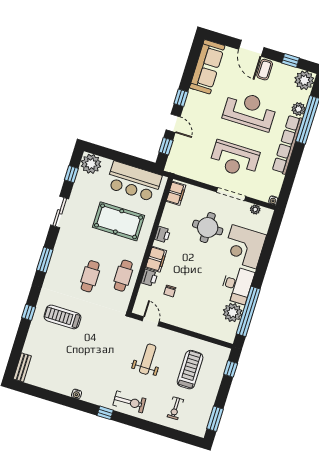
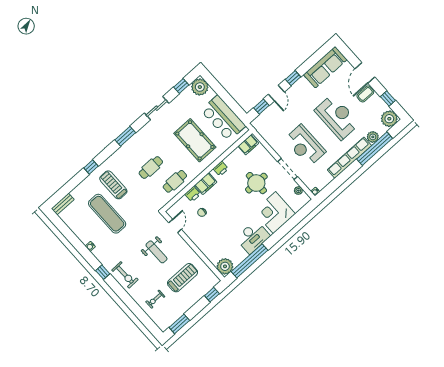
plant: (233, 313) -> (225, 266), moved
exercise mat: (74, 350) -> (107, 214), added
weight bench: (148, 359) -> (156, 252), turned 90

